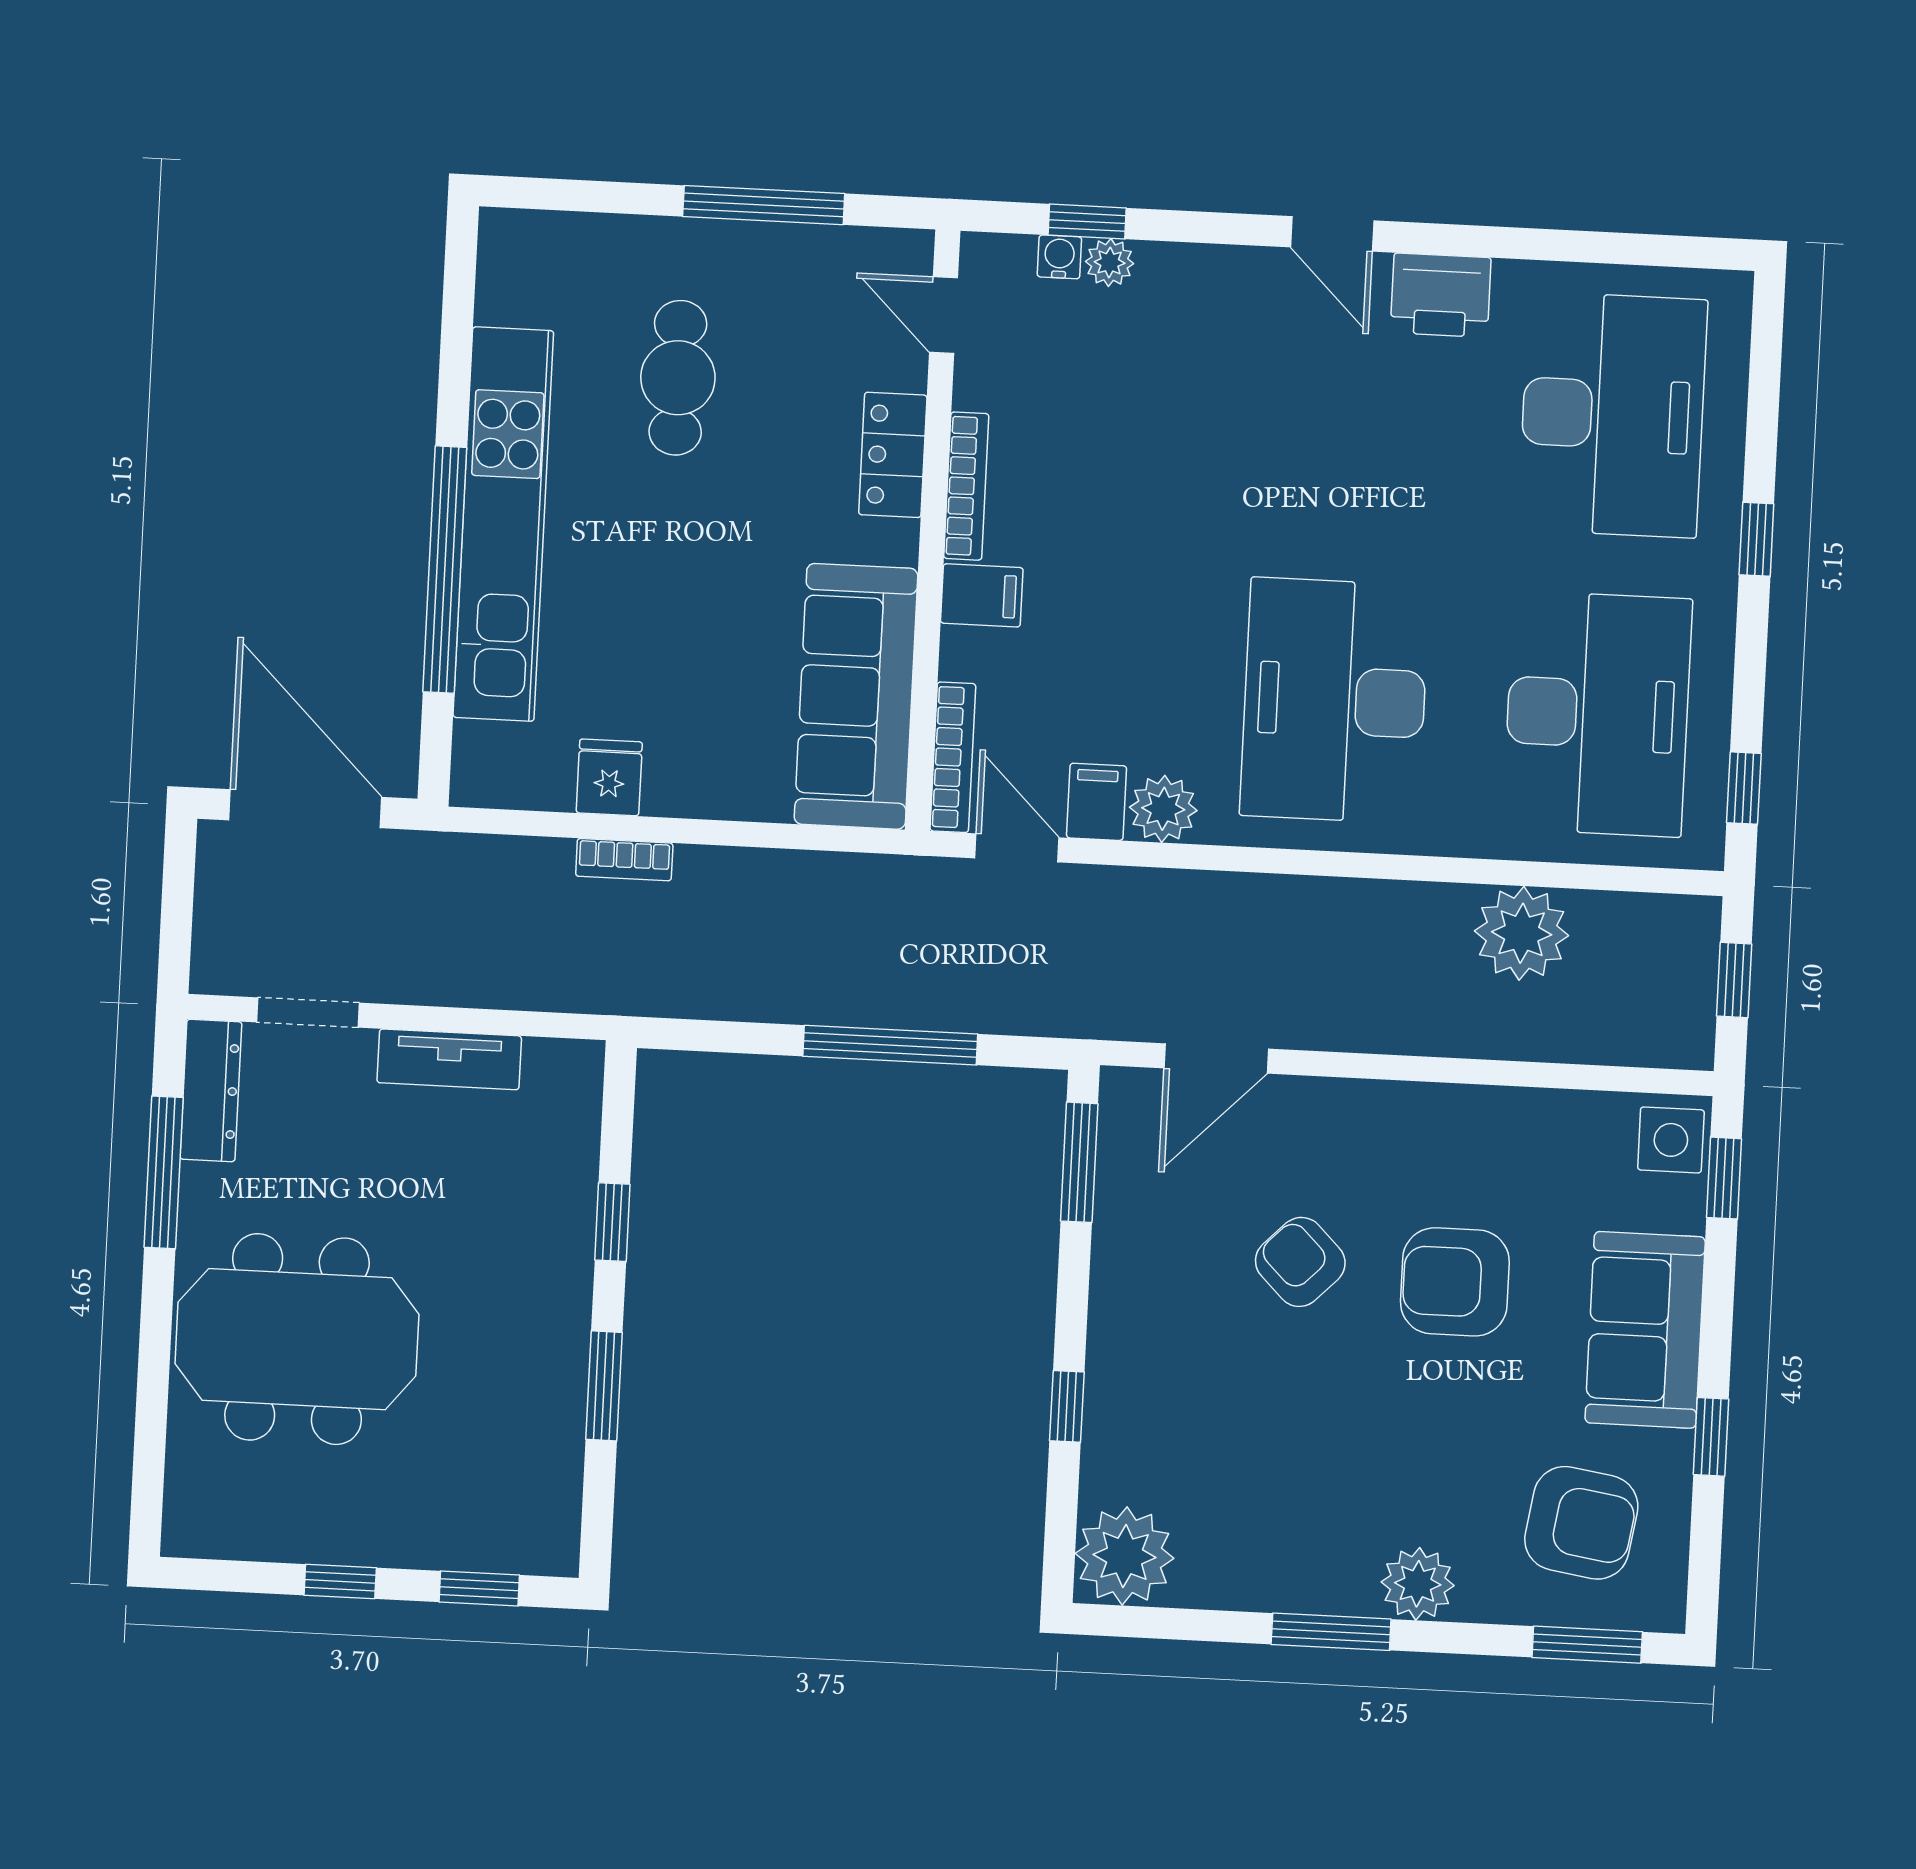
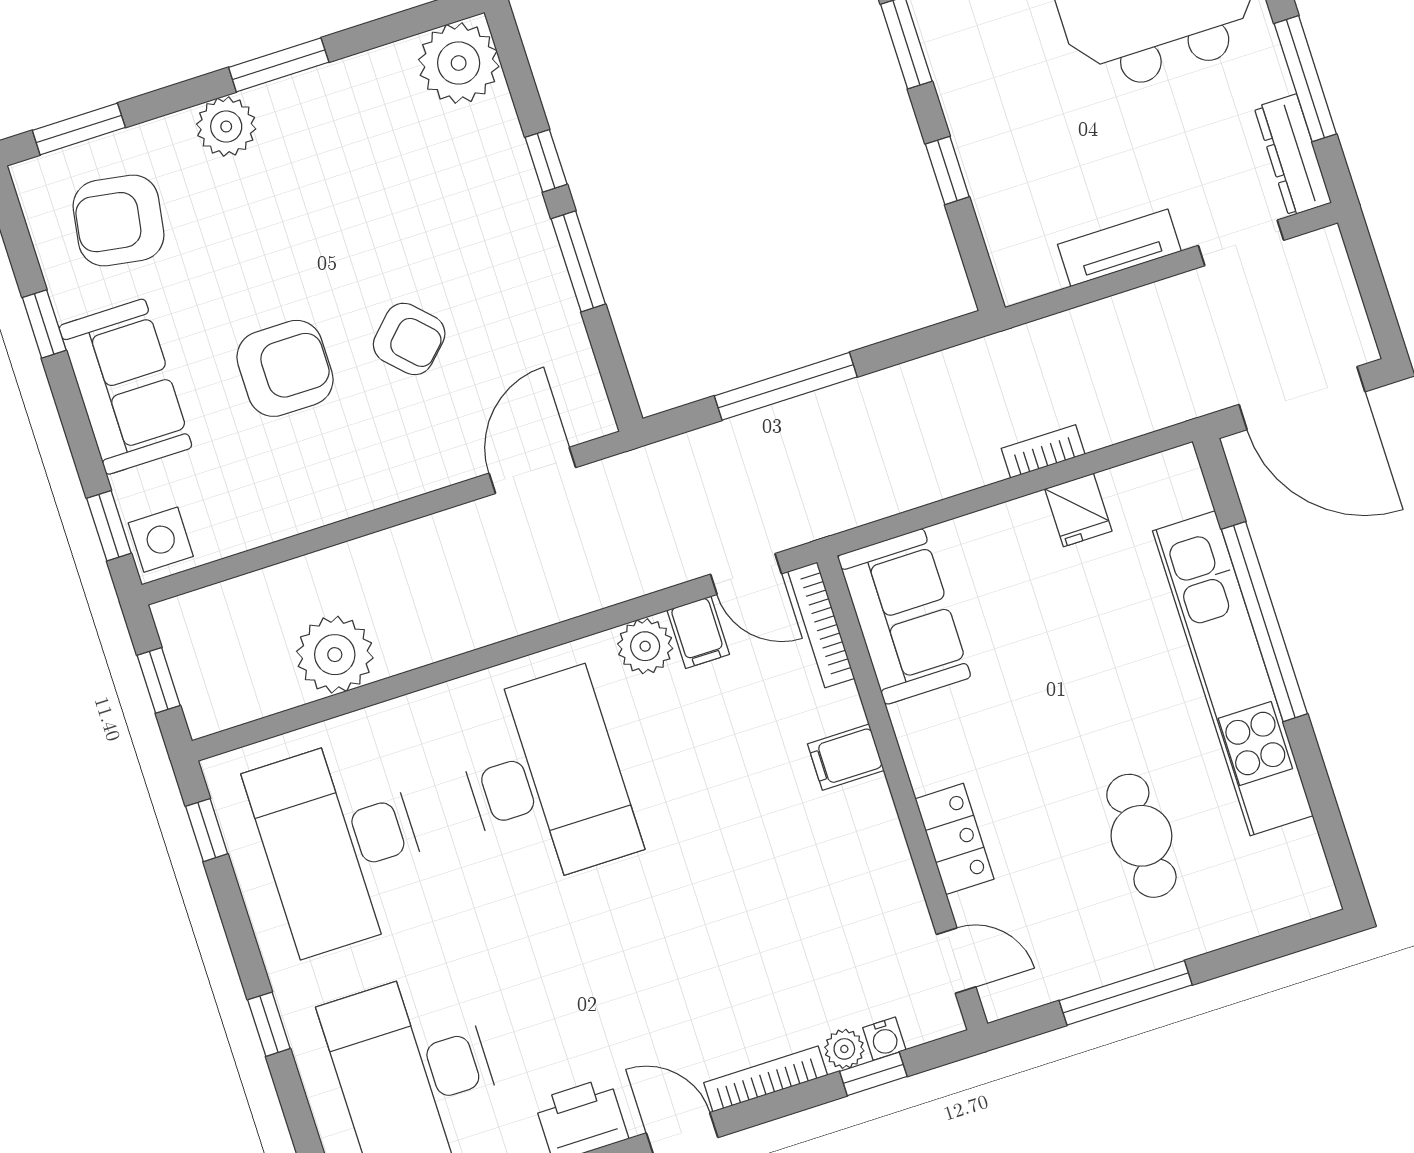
bookcase: (966, 486) -> (766, 1079), moved, turned 90
sofa: (856, 696) -> (904, 616), width x0.73
window: (1079, 1162) -> (578, 261), moved

